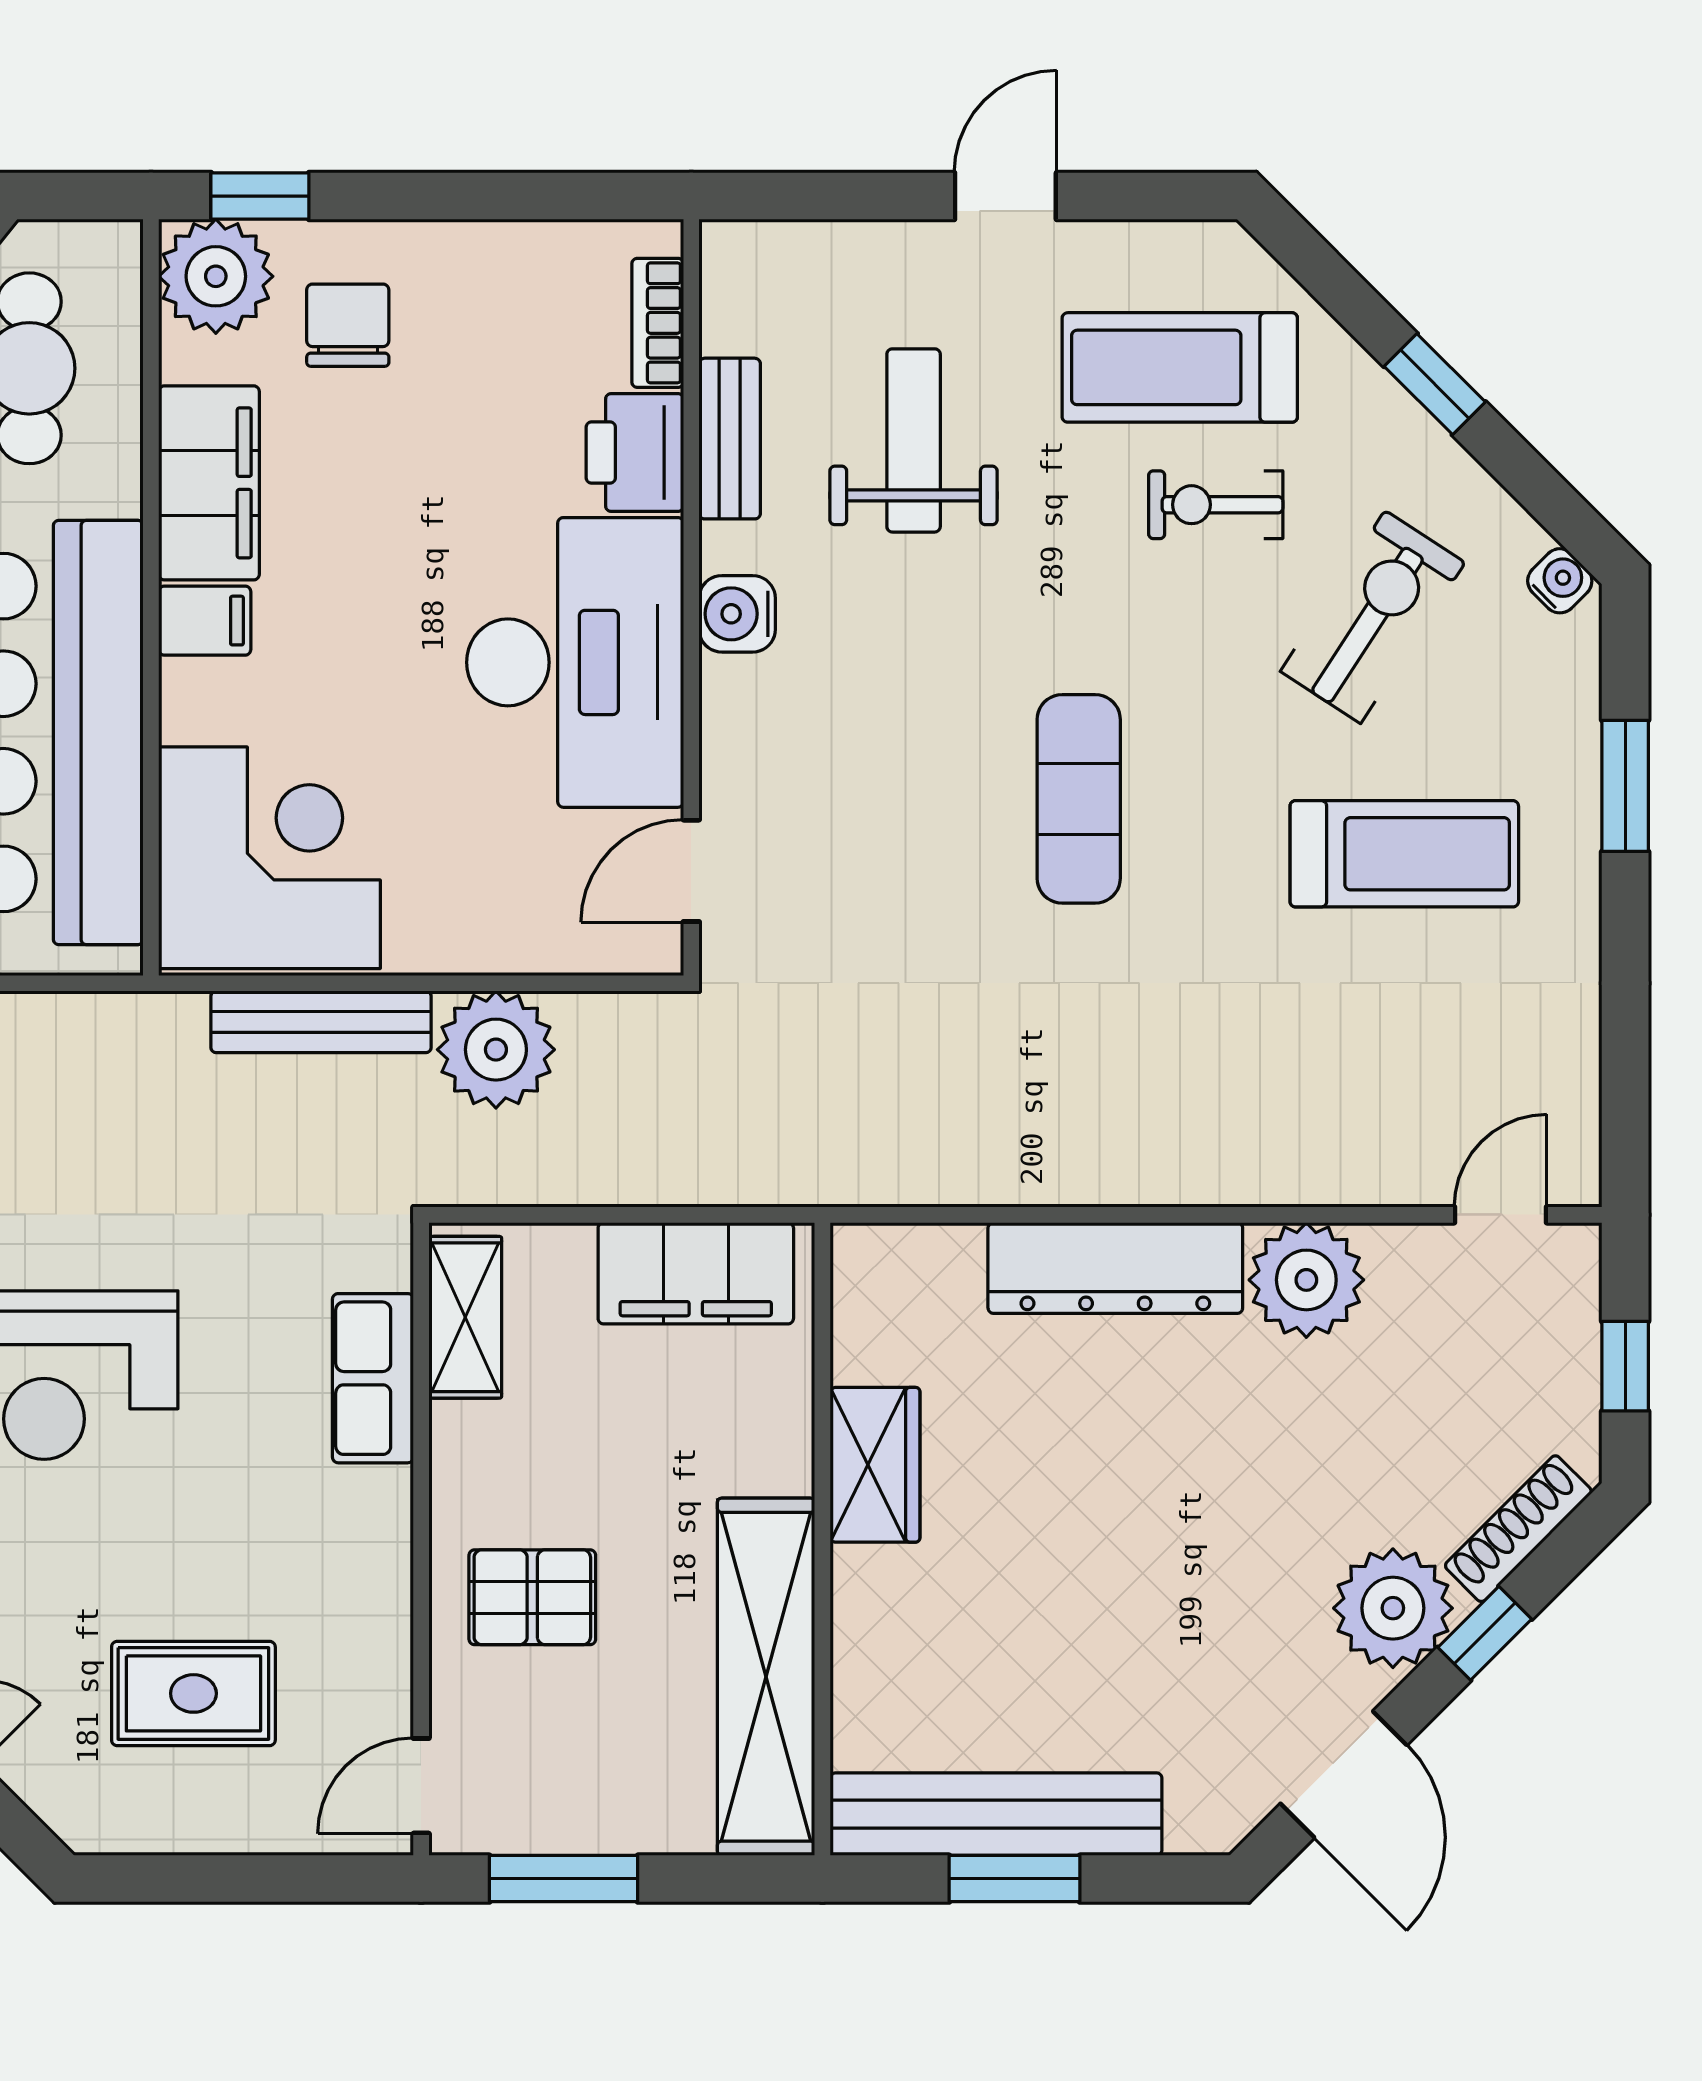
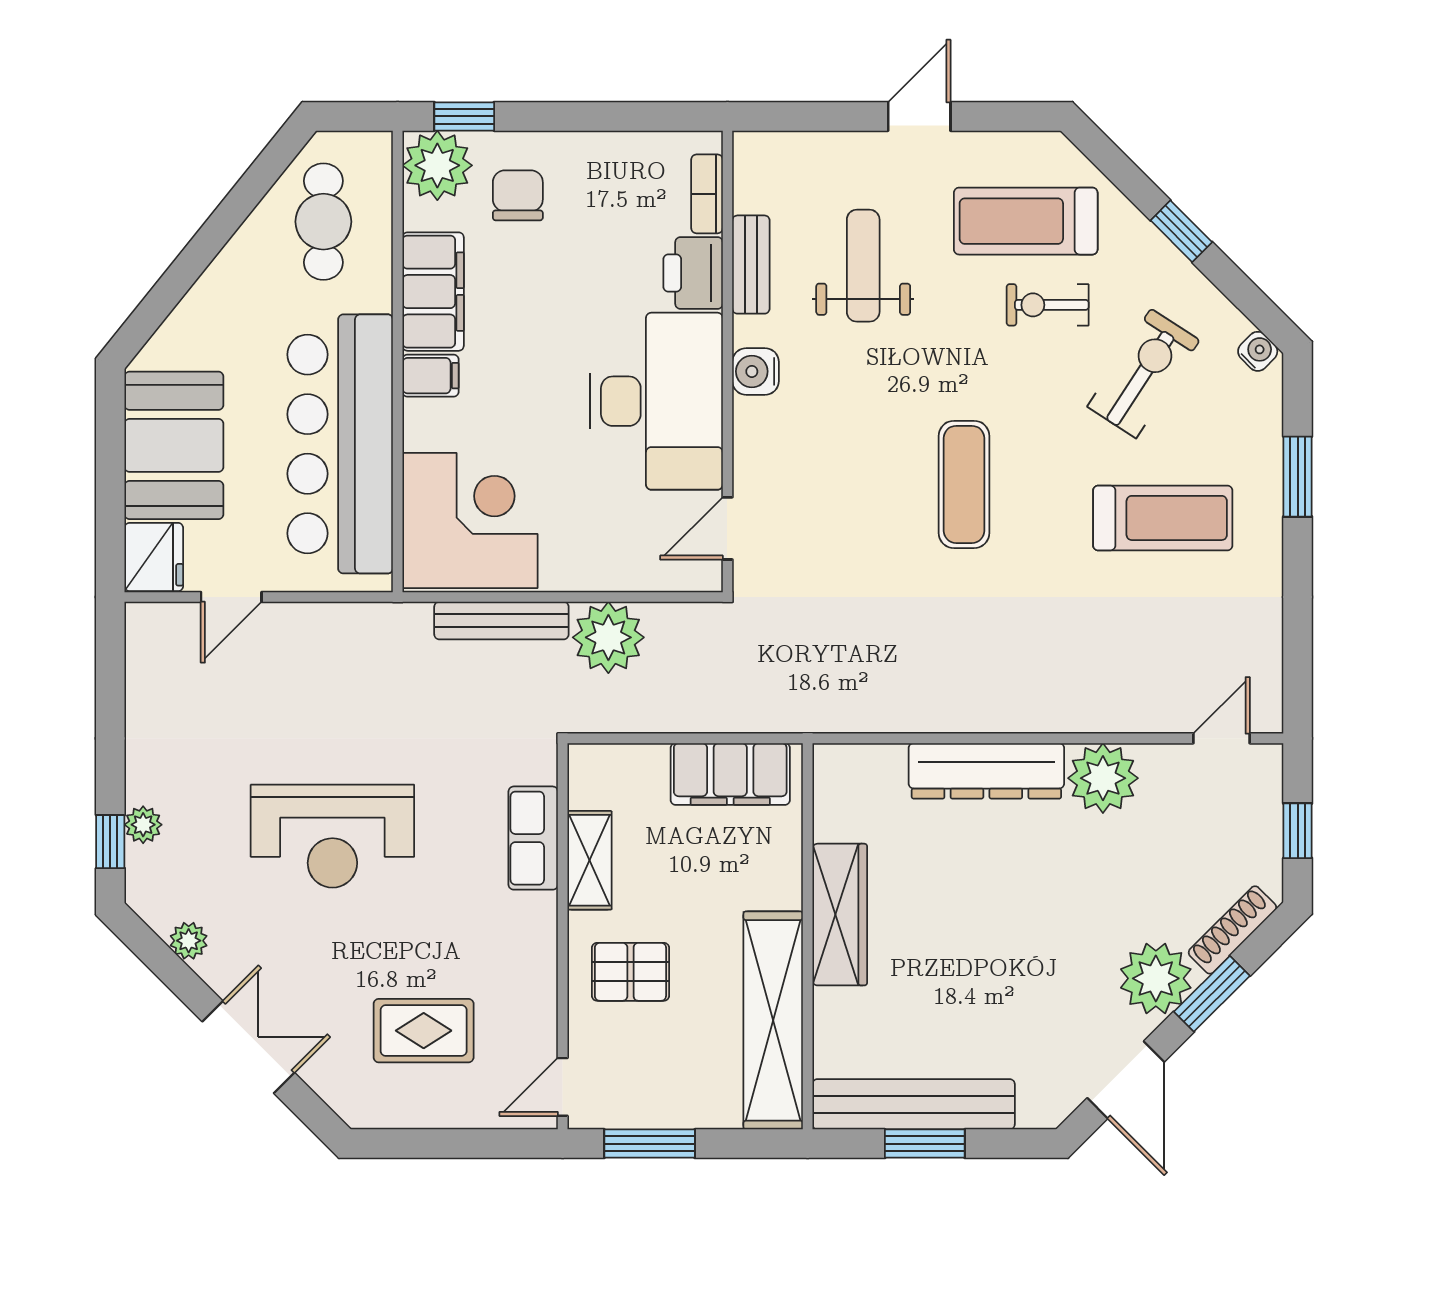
shelving: (465, 1317) -> (590, 860), moved
wardrobe: (875, 1465) -> (840, 915), width x1.50
window: (1485, 1633) -> (1212, 994), width x1.50

